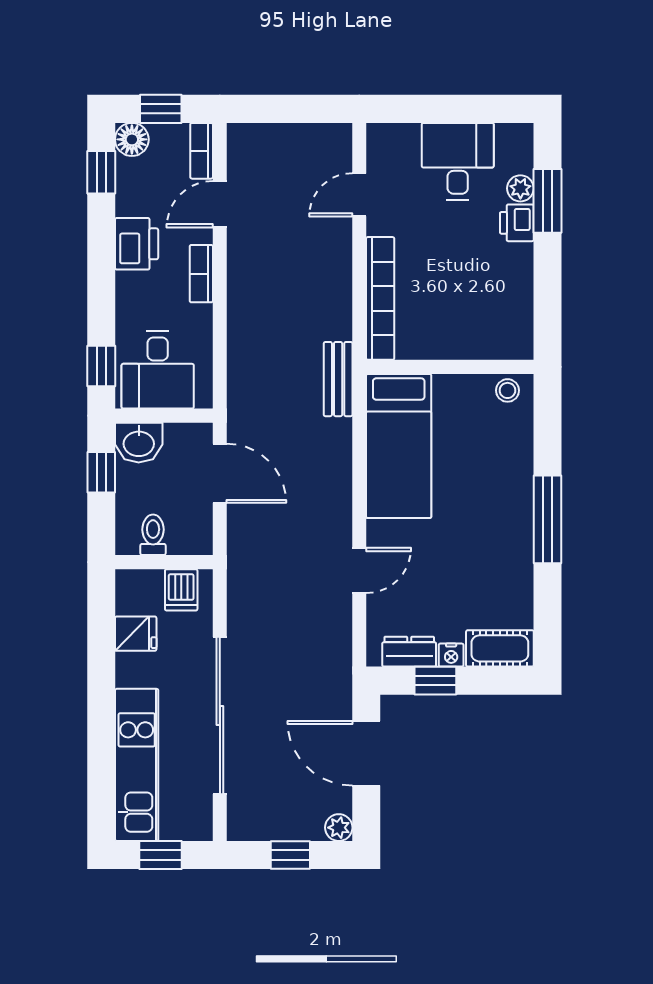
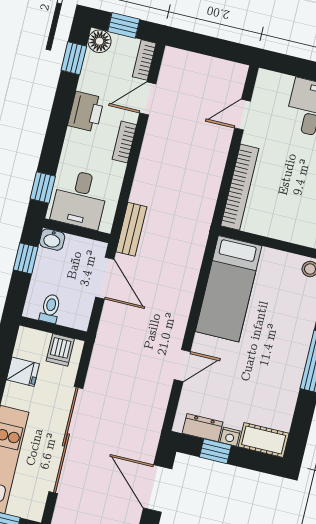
bench: (338, 379) -> (131, 229), moved
washbasin: (139, 443) -> (52, 240), width x0.72, depth x0.69

